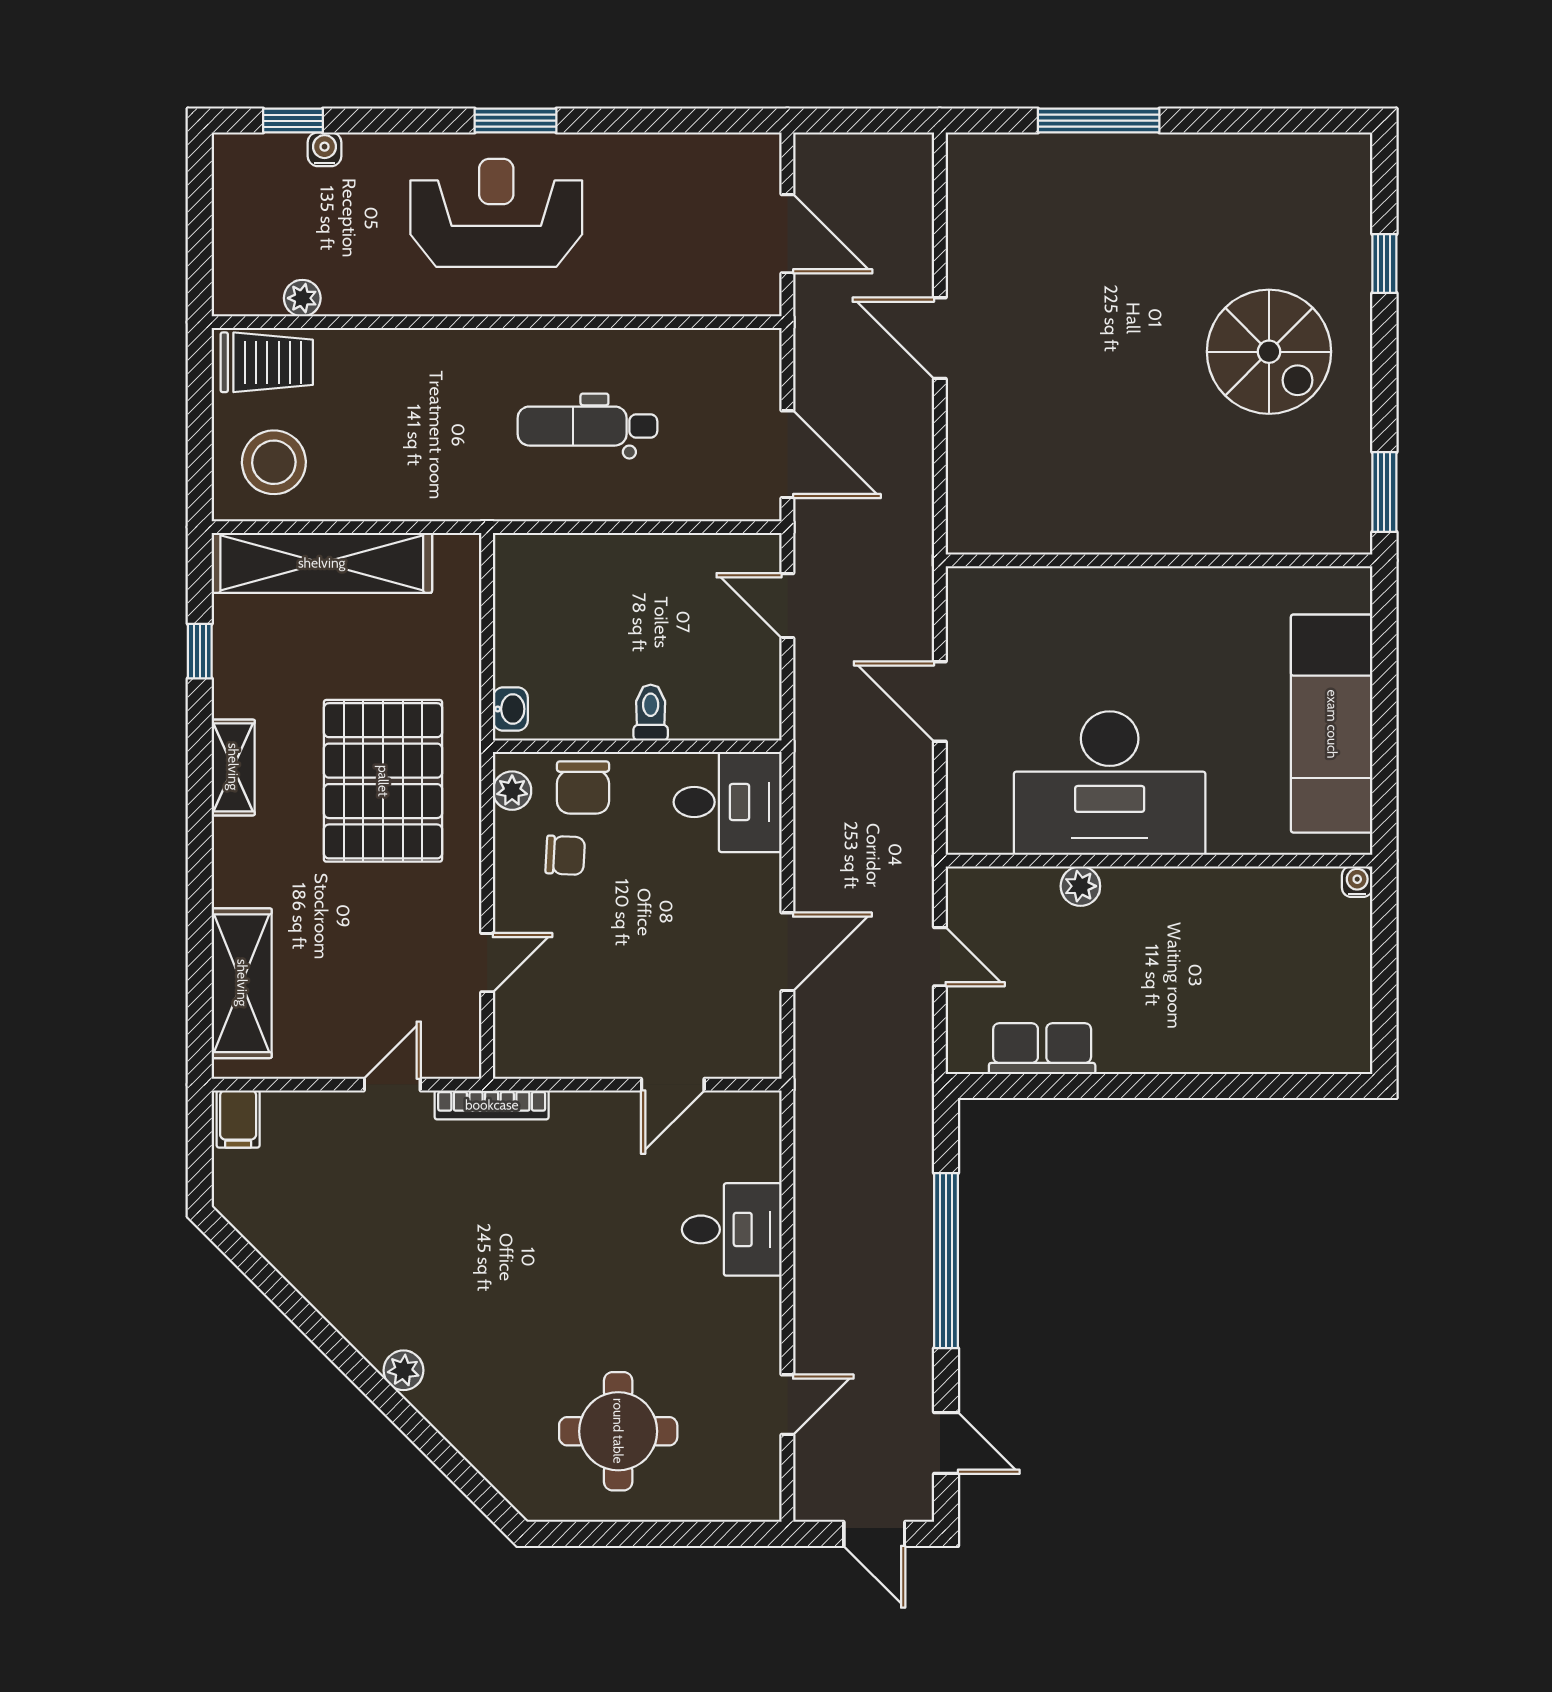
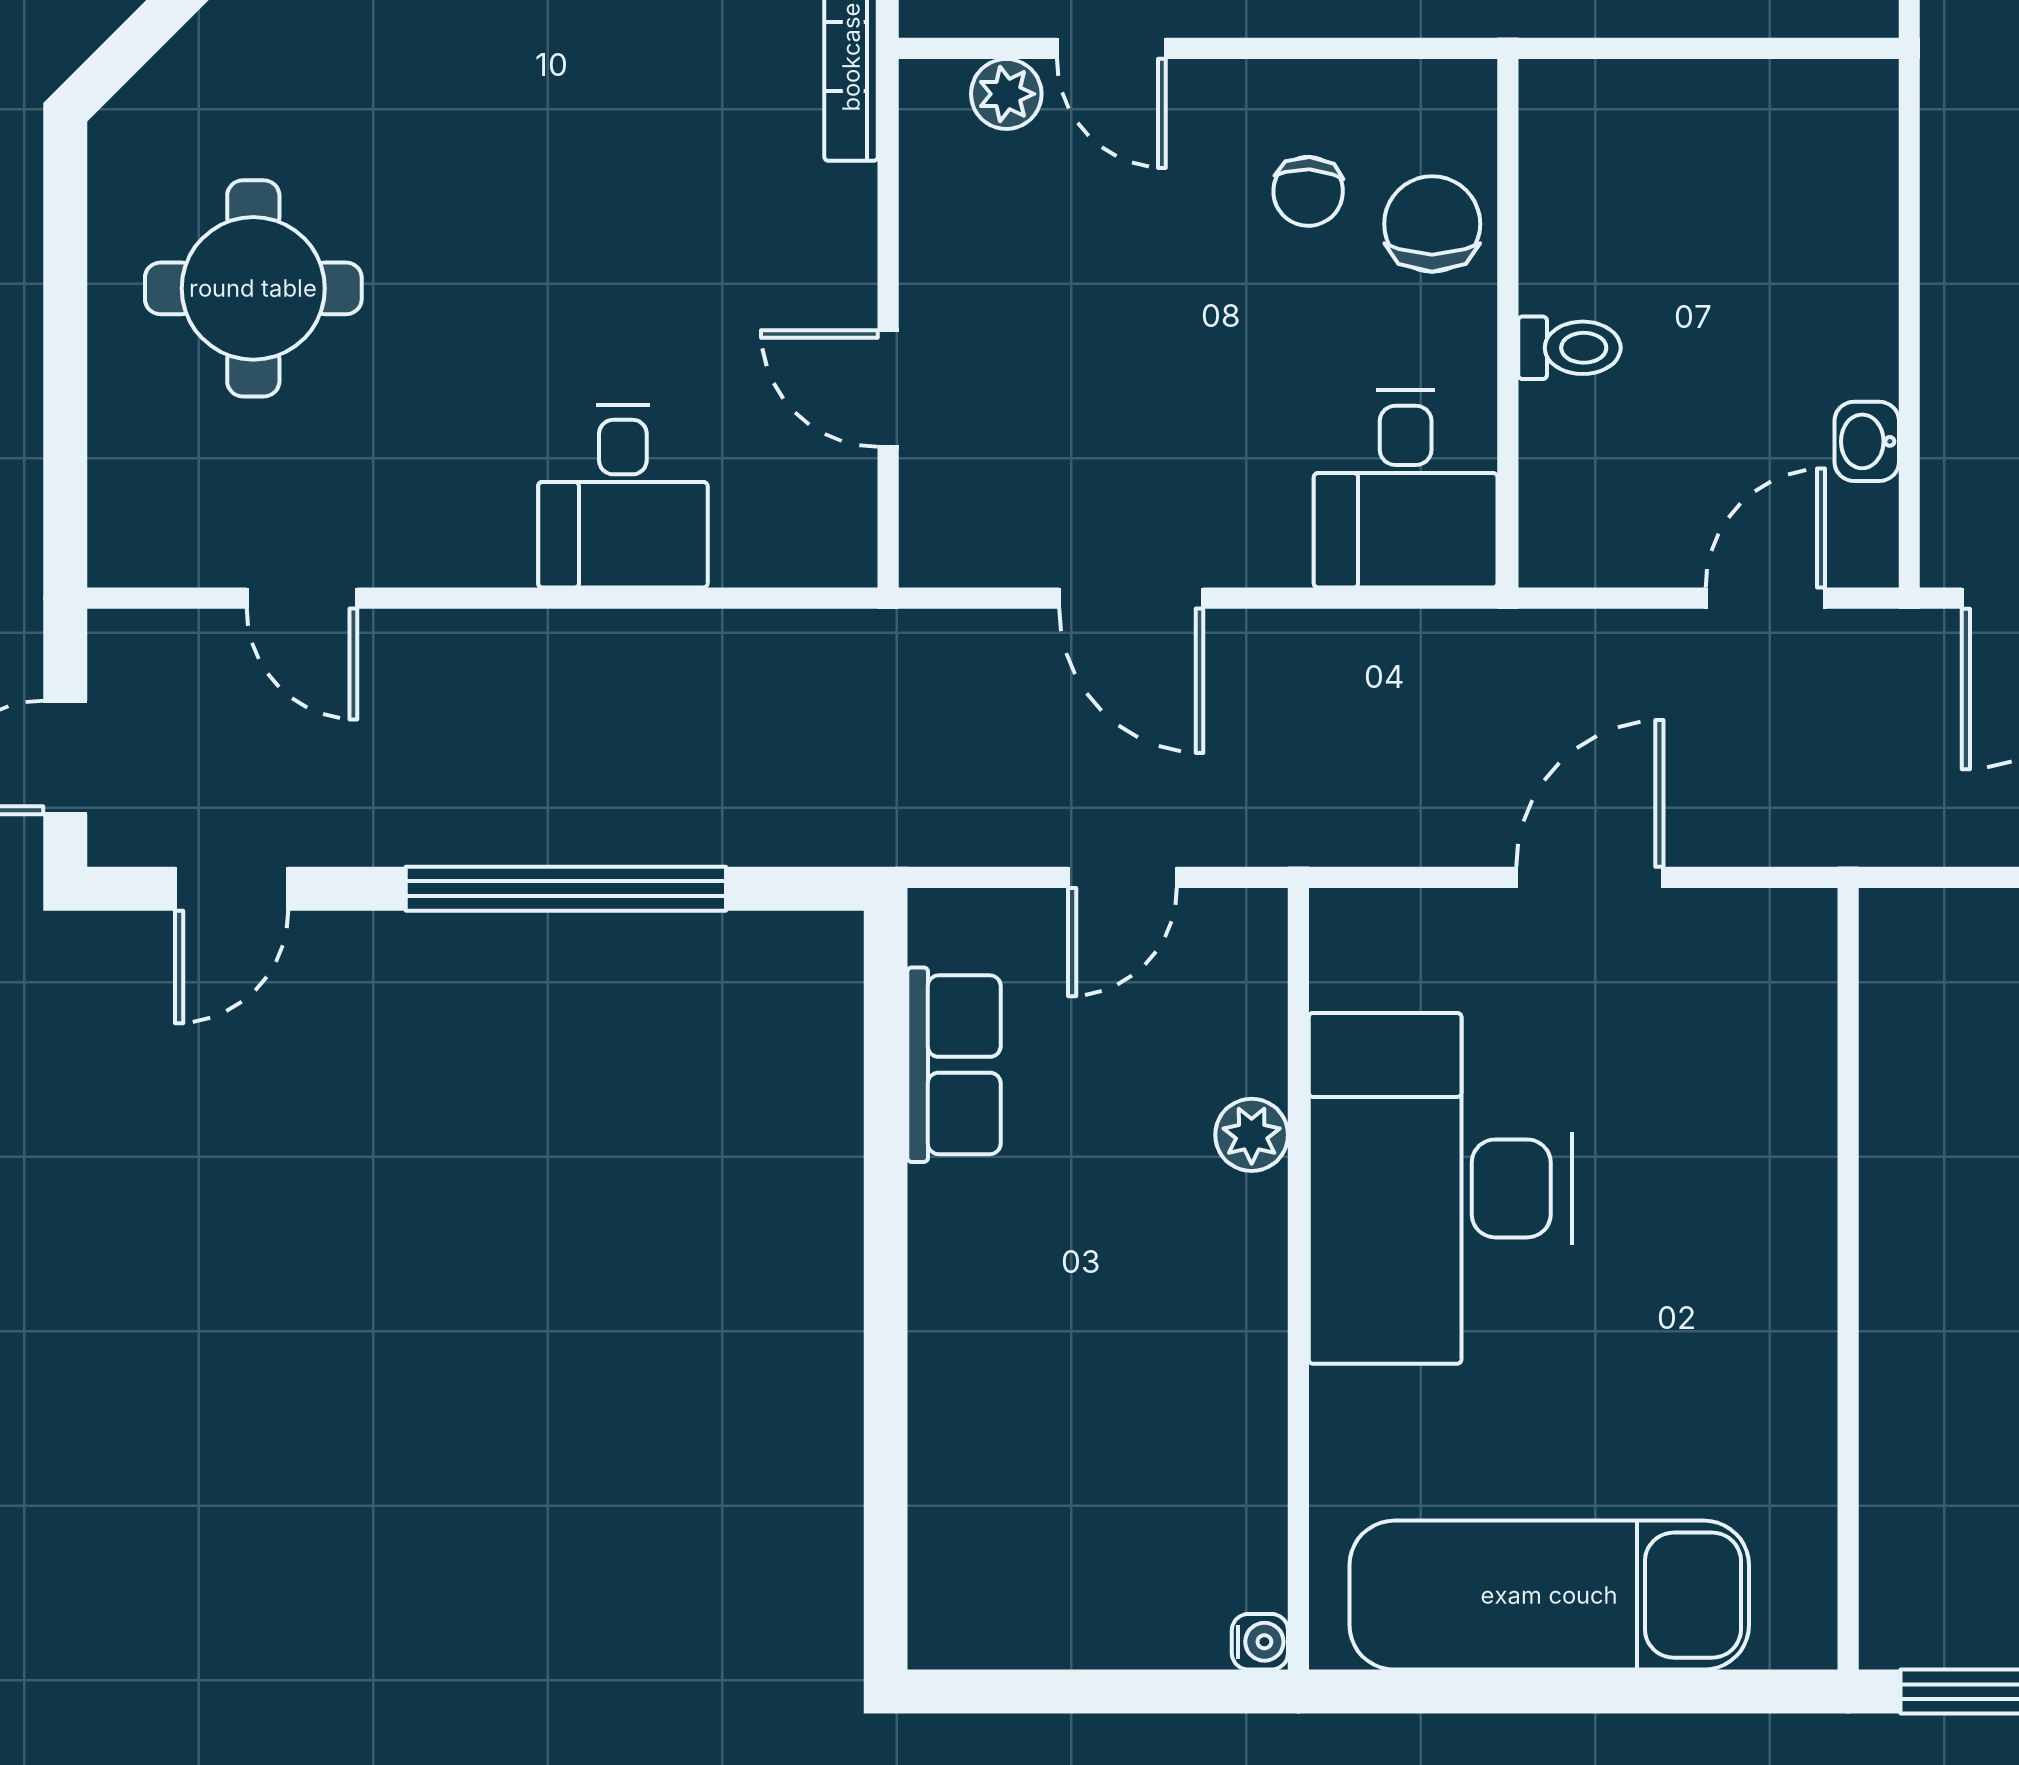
washbasin: (510, 709) -> (1867, 441), moved, turned 90
chair: (583, 787) -> (1432, 224), turned 90
plant: (512, 791) -> (1006, 94), moved

